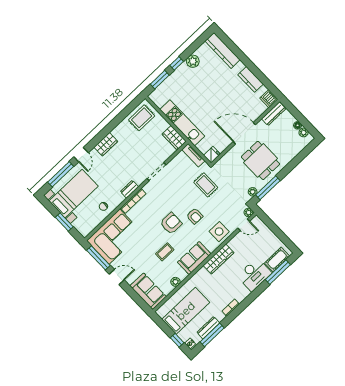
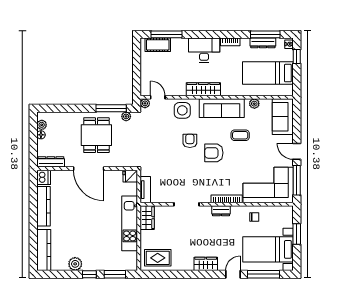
kitchen counter: (251, 79) -> (43, 206), width x1.50
rug: (206, 185) -> (158, 157), removed
sofa: (194, 258) -> (222, 108), width x1.36
desk: (254, 275) -> (204, 50), moved

